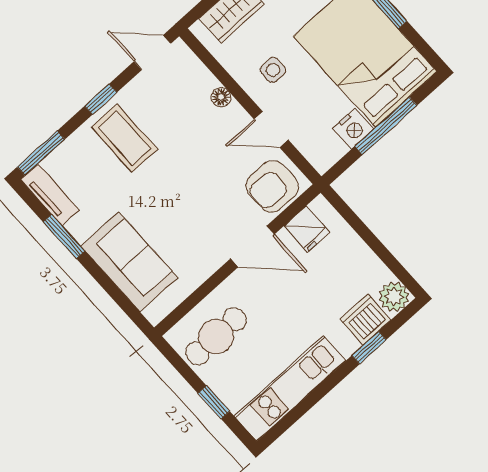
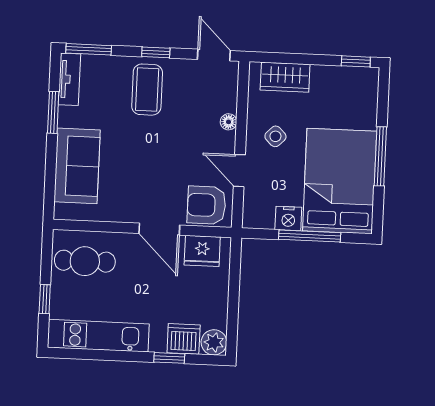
side table: (273, 70) -> (275, 136), turned 45
fridge: (307, 229) -> (202, 251), width x1.38

